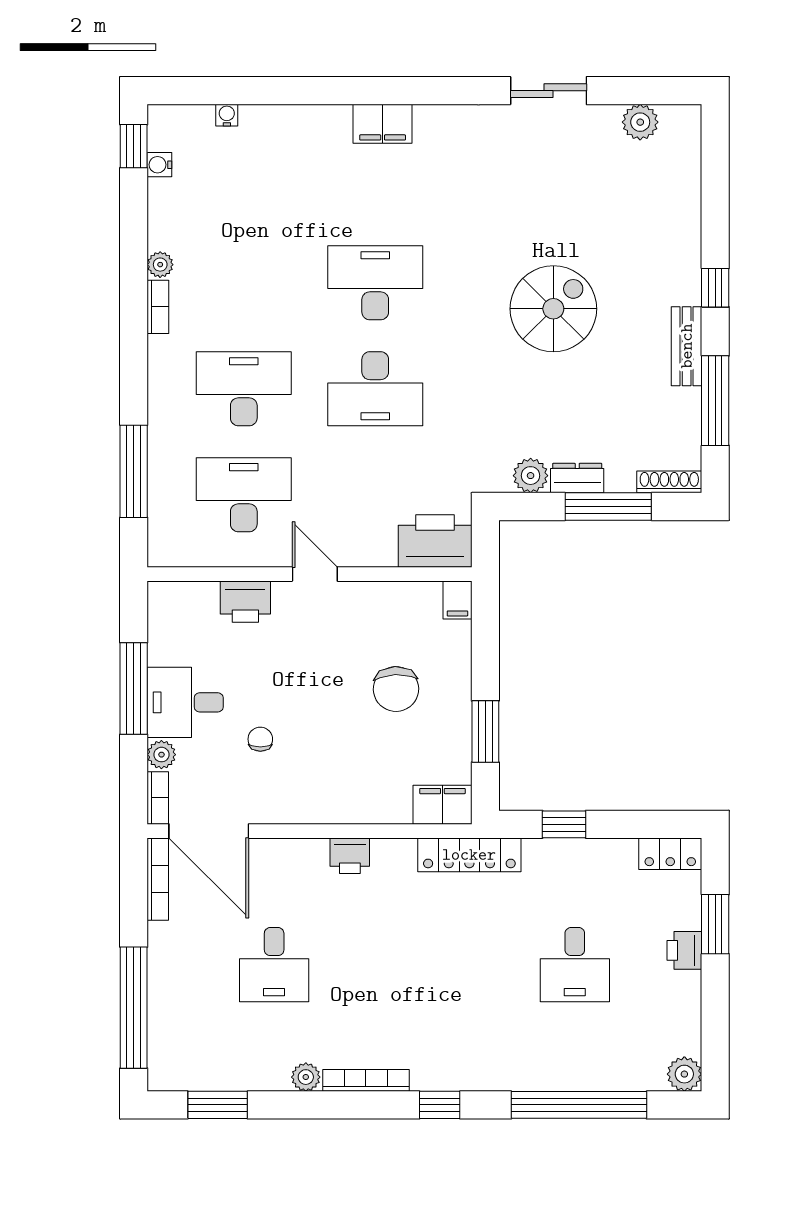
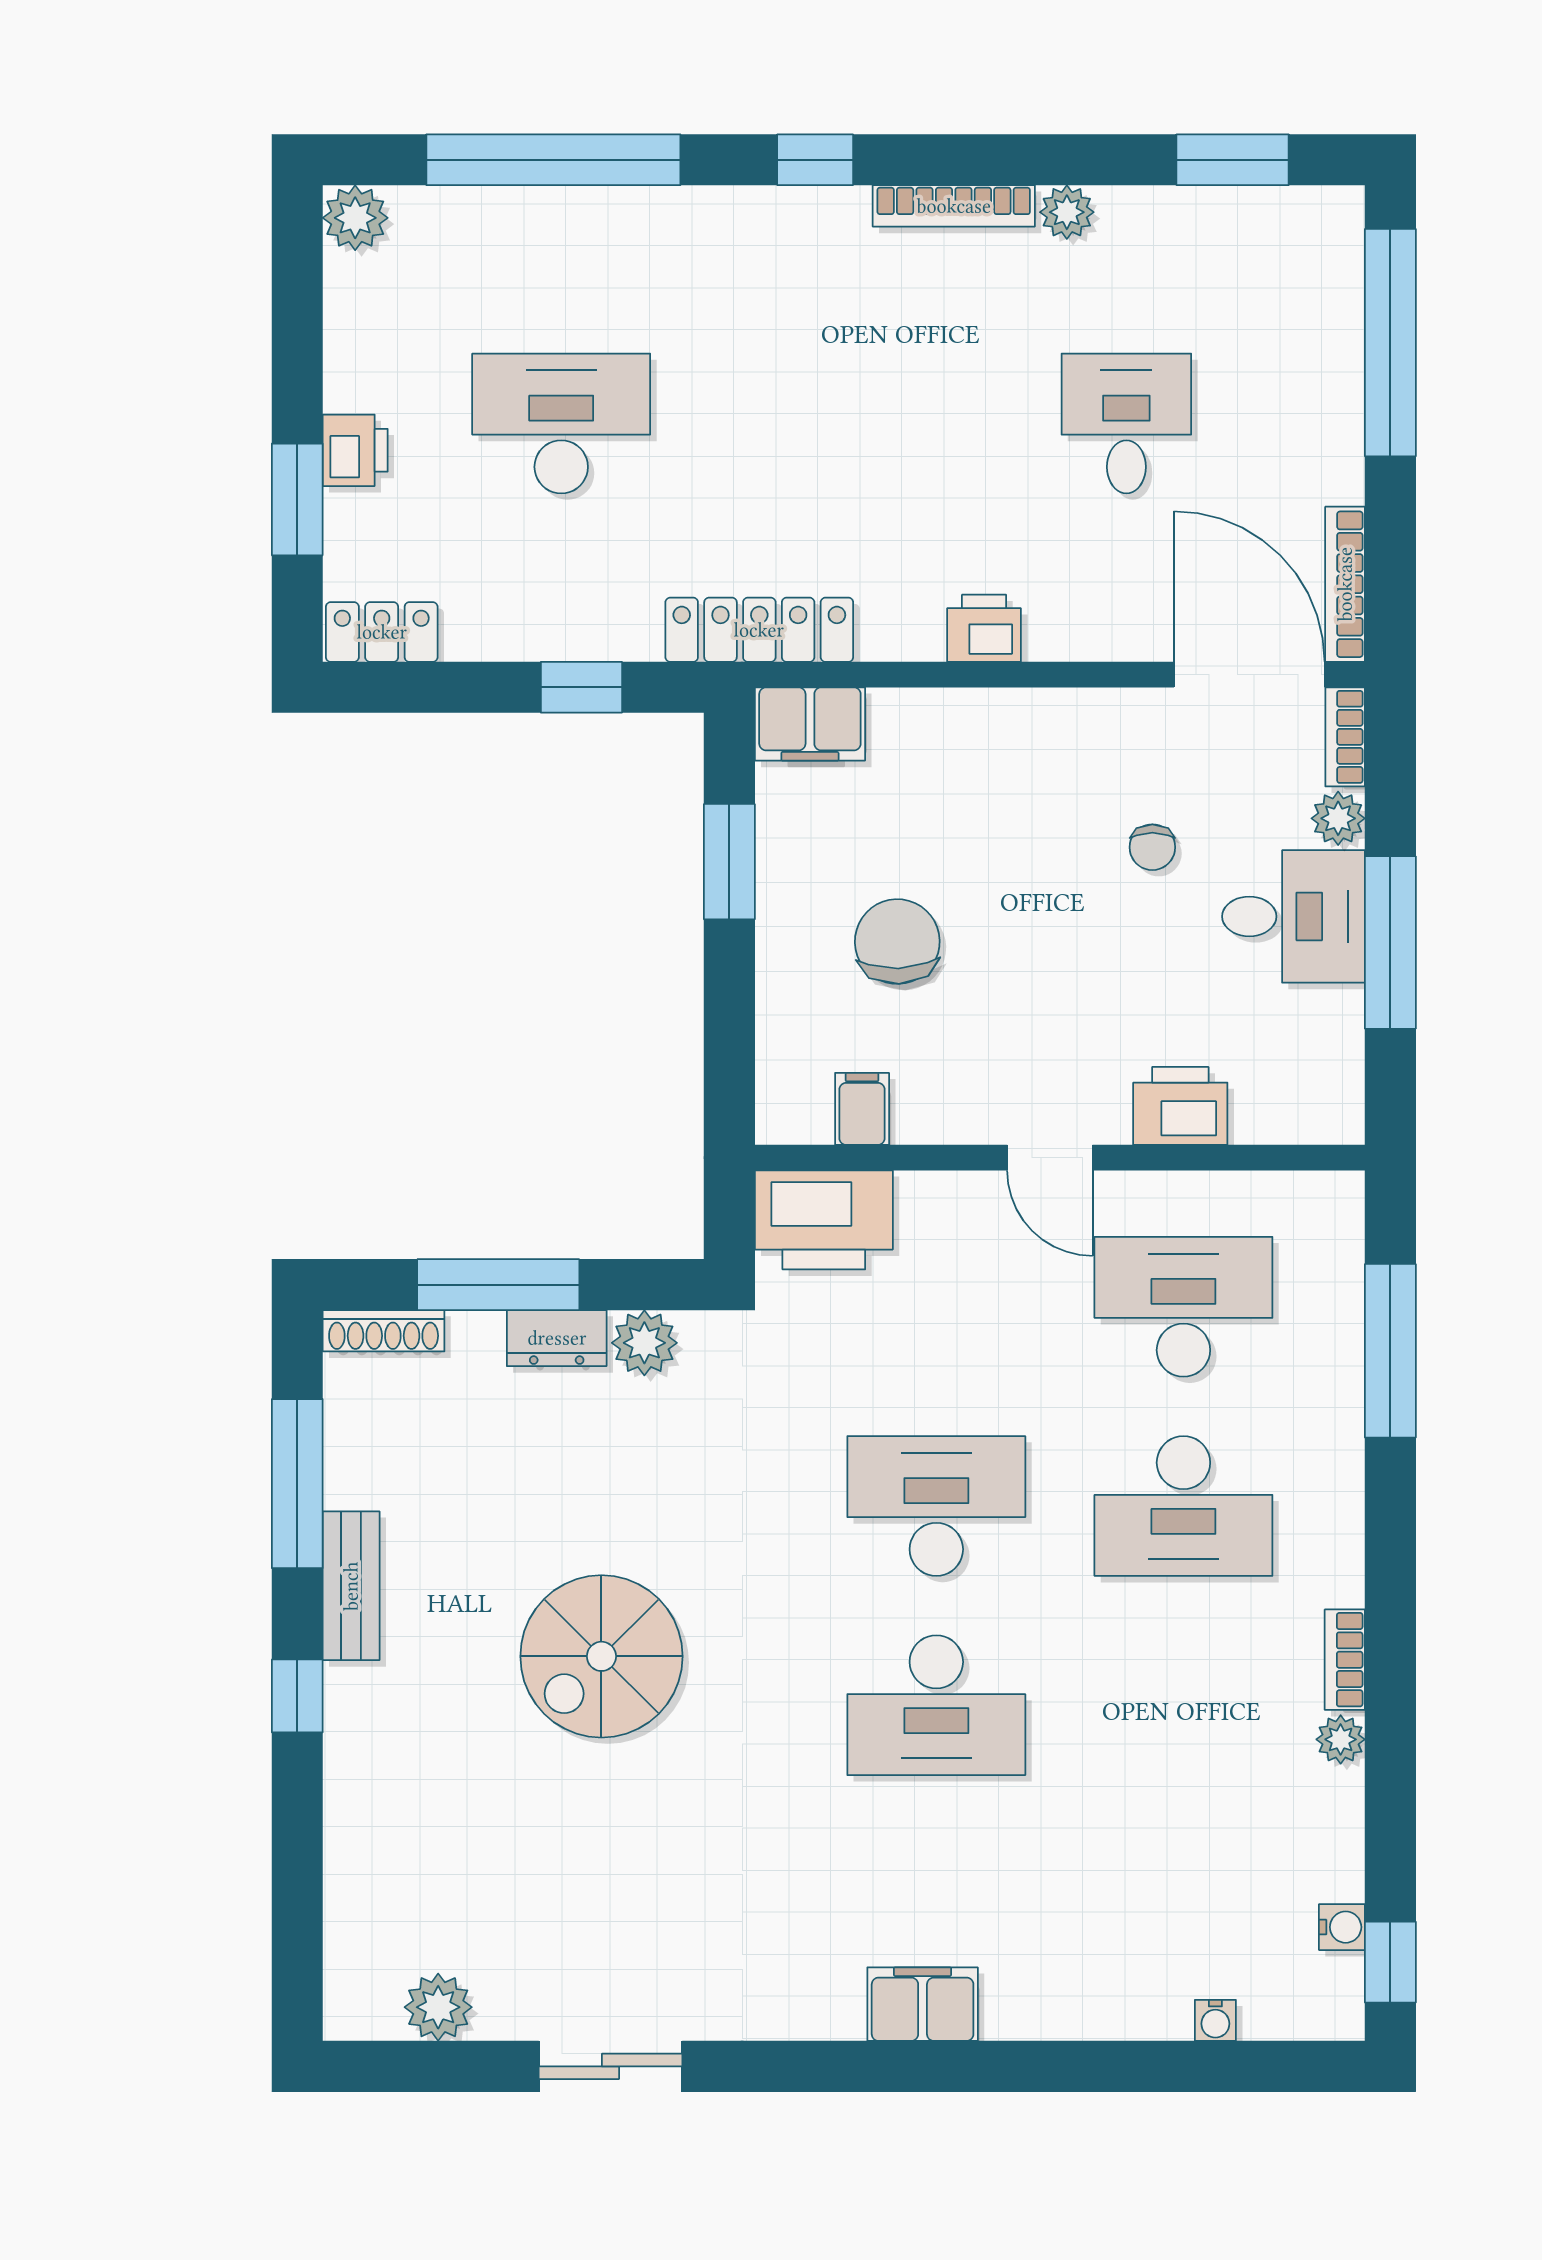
desk: (244, 495) -> (1183, 1307), turned 180
filing cabinet: (457, 600) -> (862, 1109), moved
desk: (575, 965) -> (561, 424), width x1.37

